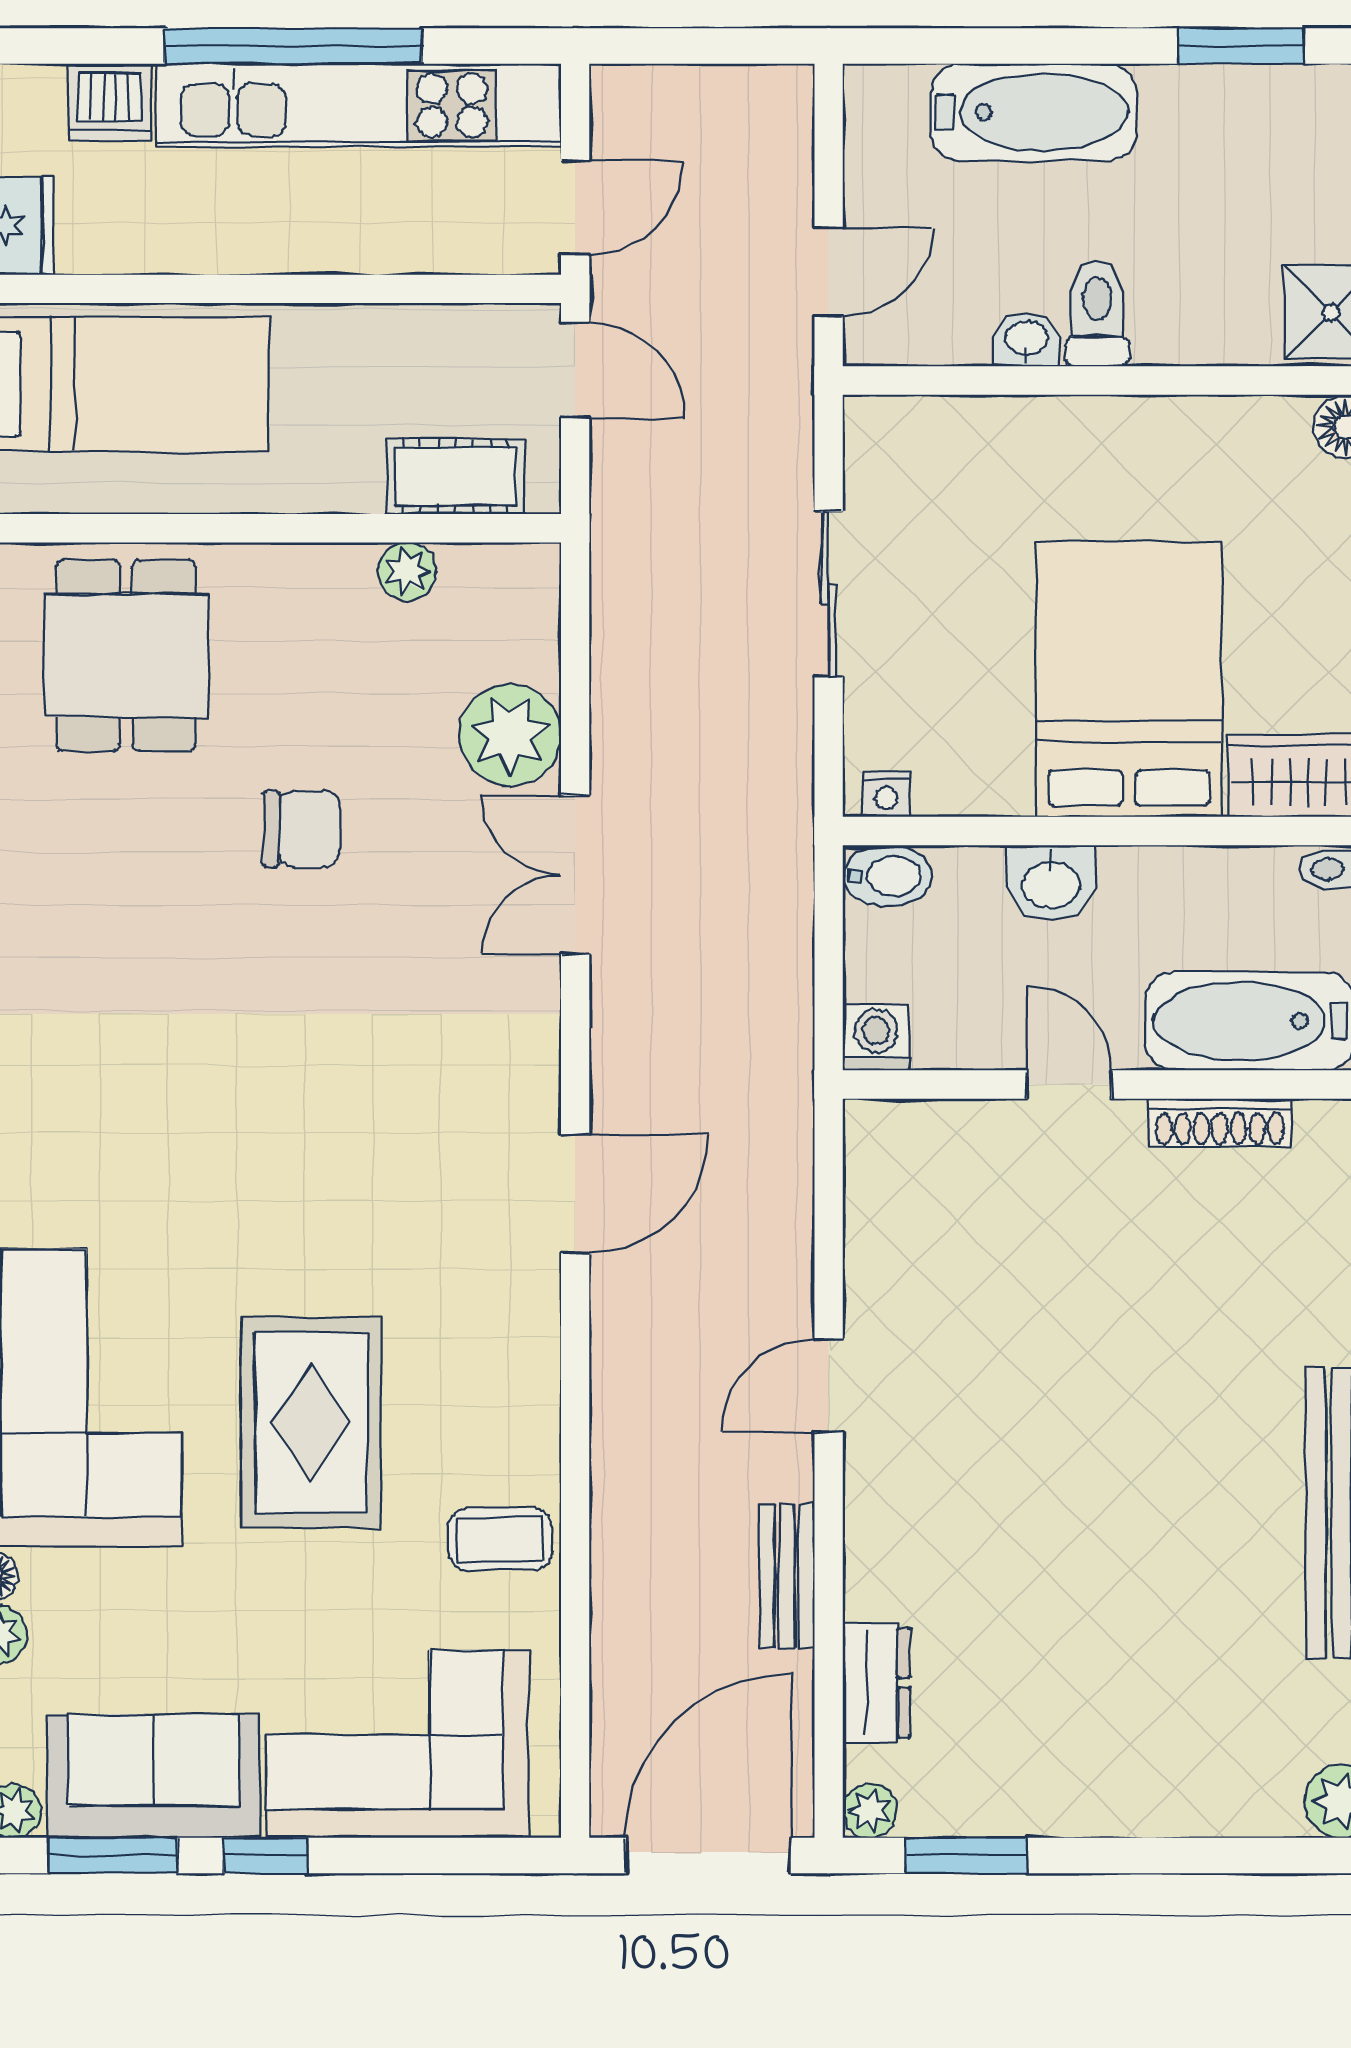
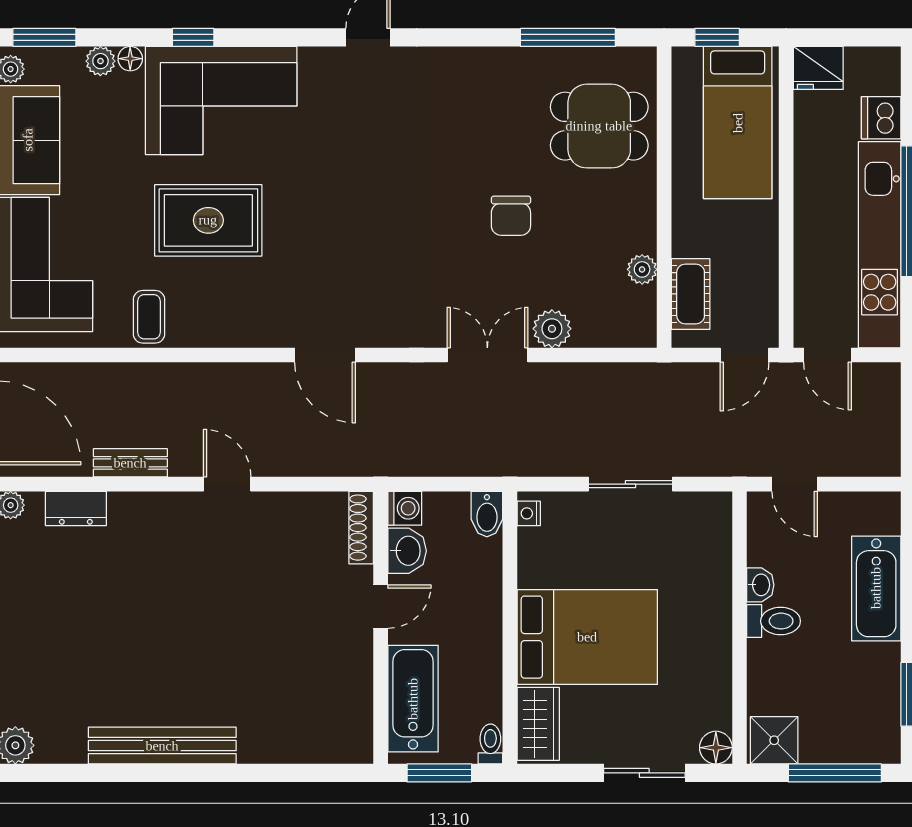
plant: (510, 735) -> (552, 329), width x0.73, depth x0.73
washbasin: (1051, 883) -> (407, 551), moved, turned 180
shoe rack: (1220, 1123) -> (361, 528), moved

